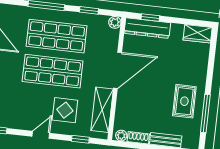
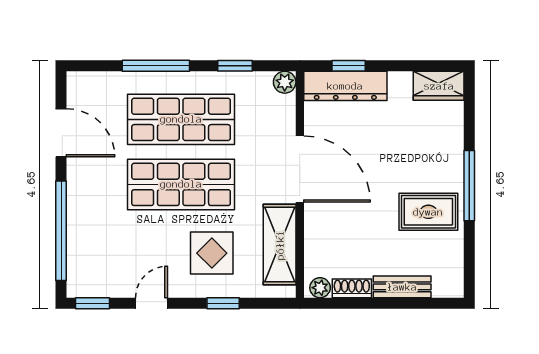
door: (118, 70) -> (300, 169), hinge flipped
rug: (184, 101) -> (428, 212), turned 90
window: (205, 113) -> (469, 186), moved
door: (41, 135) -> (152, 303), moved
window: (80, 139) -> (223, 303), moved

